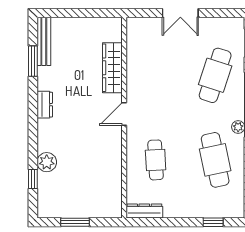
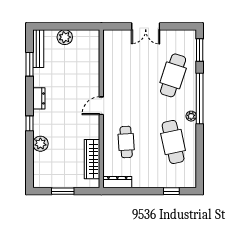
plant: (78, 27) -> (65, 37), added
wardrobe: (112, 68) -> (92, 159), moved
window: (33, 179) -> (30, 123), moved

